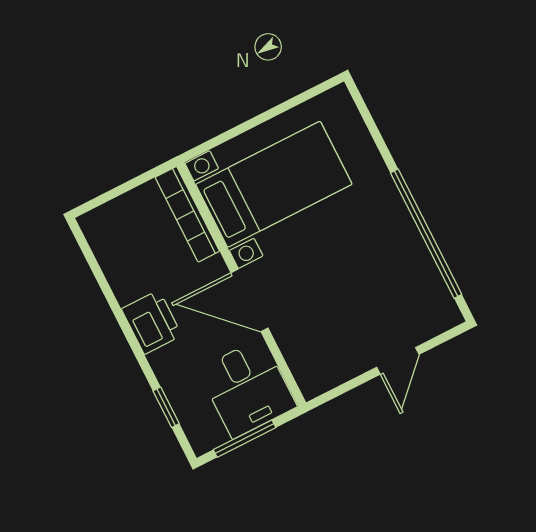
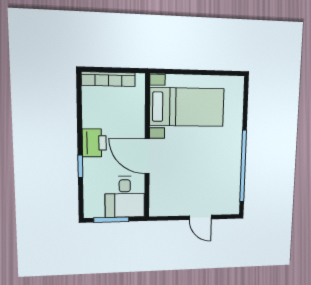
bookcase: (187, 214) -> (108, 79), moved, turned -90
door: (398, 361) -> (200, 217), hinge flipped
window: (166, 407) -> (80, 166), moved

